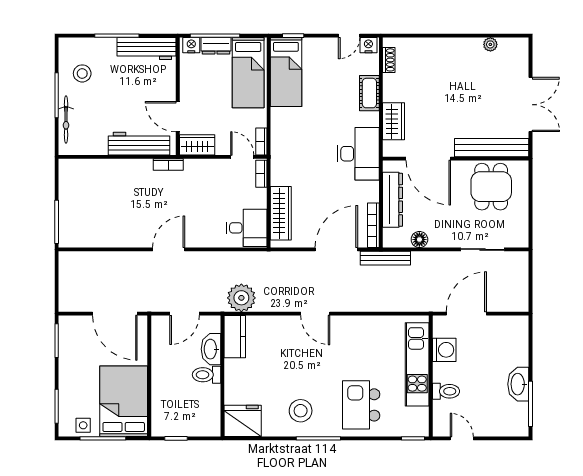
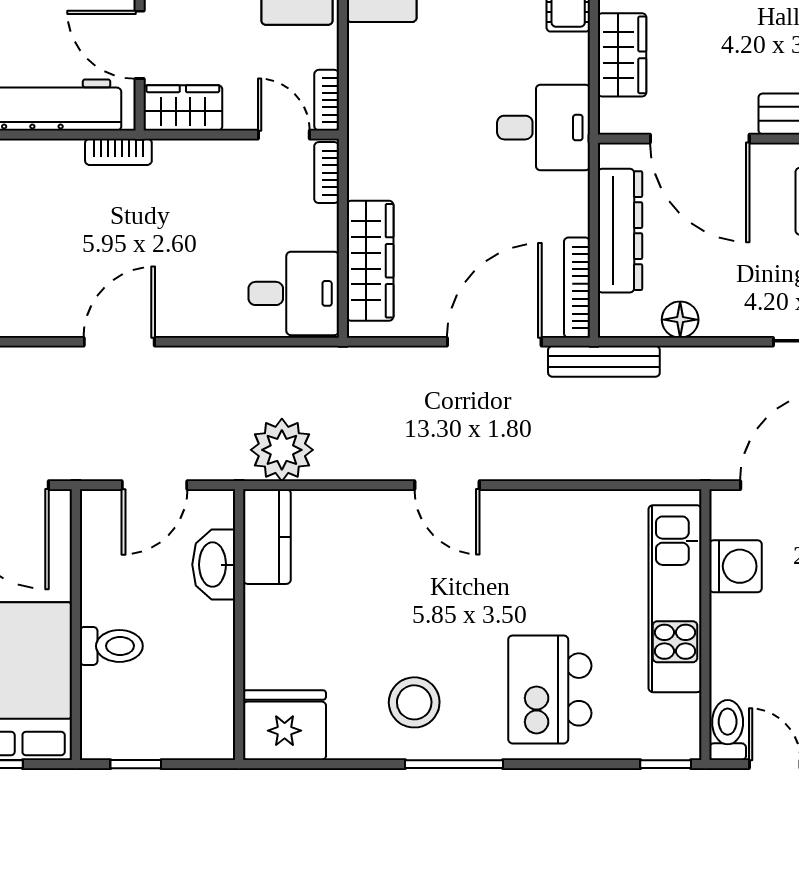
desk: (358, 154) -> (544, 128), width x0.73
toilet: (206, 375) -> (111, 646), moved, turned 180
toilet: (446, 391) -> (728, 730), moved, turned -90

